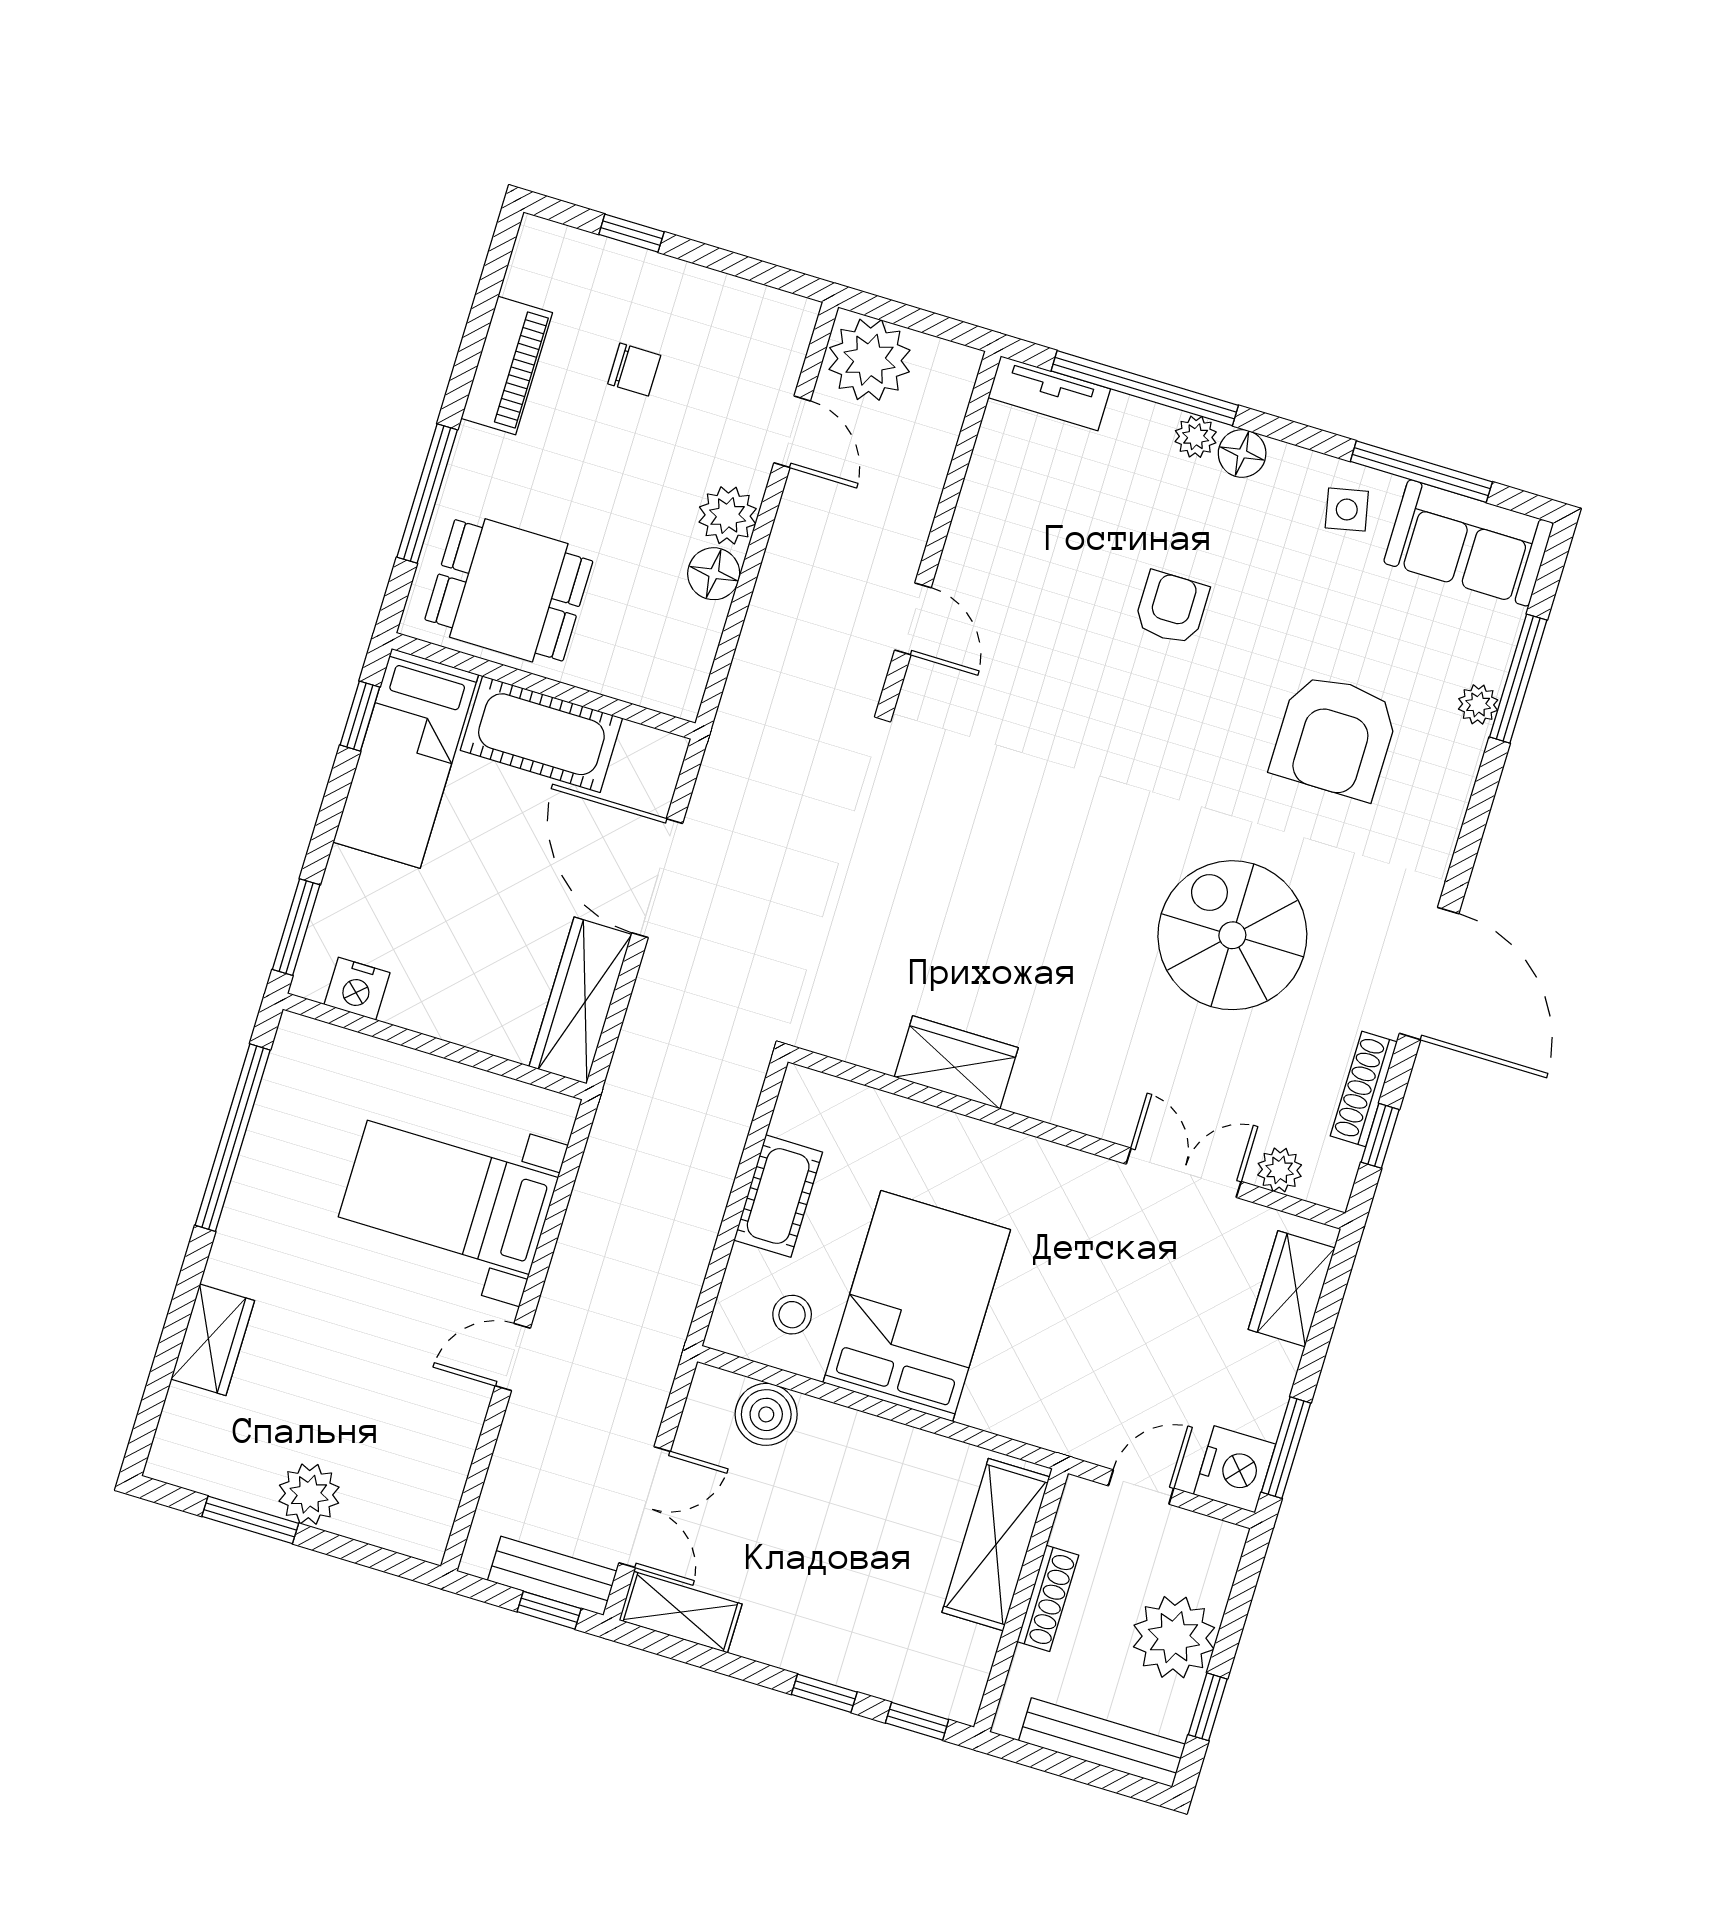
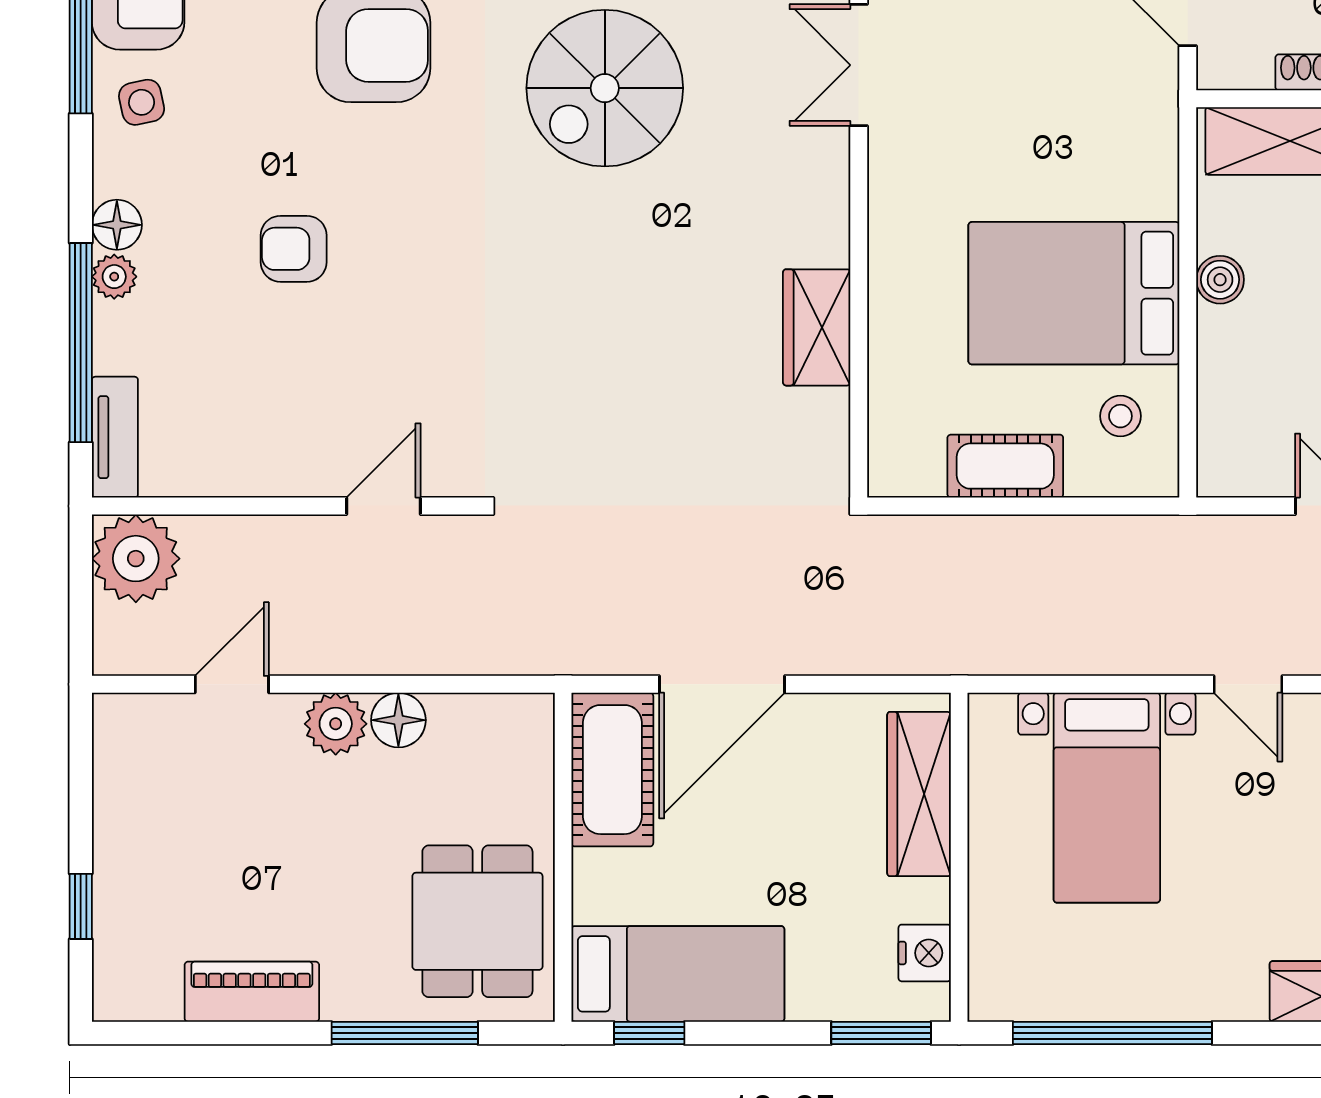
plant: (870, 360) -> (136, 559), moved
chair: (634, 370) -> (217, 862), removed
cot: (541, 734) -> (612, 770), moved
wardrobe: (580, 1001) -> (919, 794), moved, turned 90
boiler: (766, 1414) -> (1220, 280), moved, width x0.73, depth x0.73

